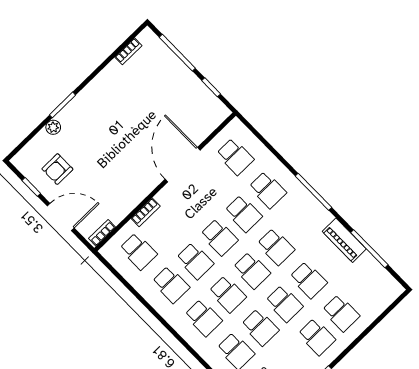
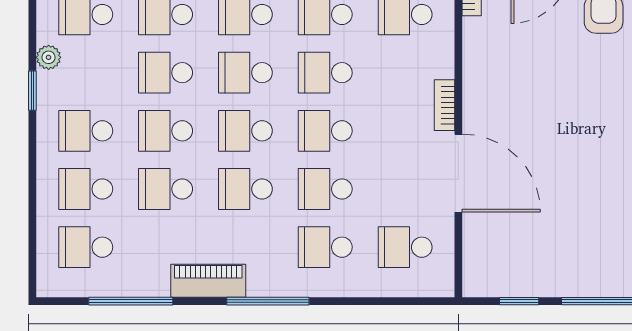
bookcase: (146, 212) -> (444, 105), moved
piano: (344, 240) -> (208, 281), moved
school desk: (365, 289) -> (86, 247), added

